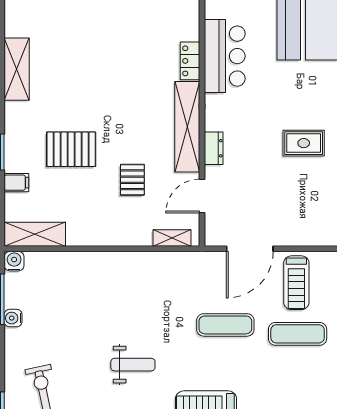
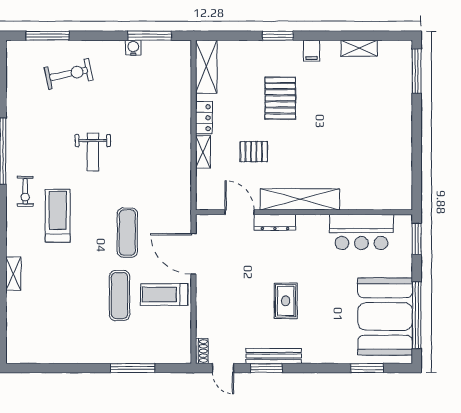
locker: (190, 61) -> (204, 118), moved, turned 90
shelving: (17, 69) -> (359, 48), width x0.67, depth x0.75
dresser: (214, 148) -> (275, 222), width x1.44
filing cabinet: (16, 183) -> (311, 51), moved
shelving: (172, 238) -> (203, 152), moved
water cooler: (14, 261) -> (183, 49), removed

